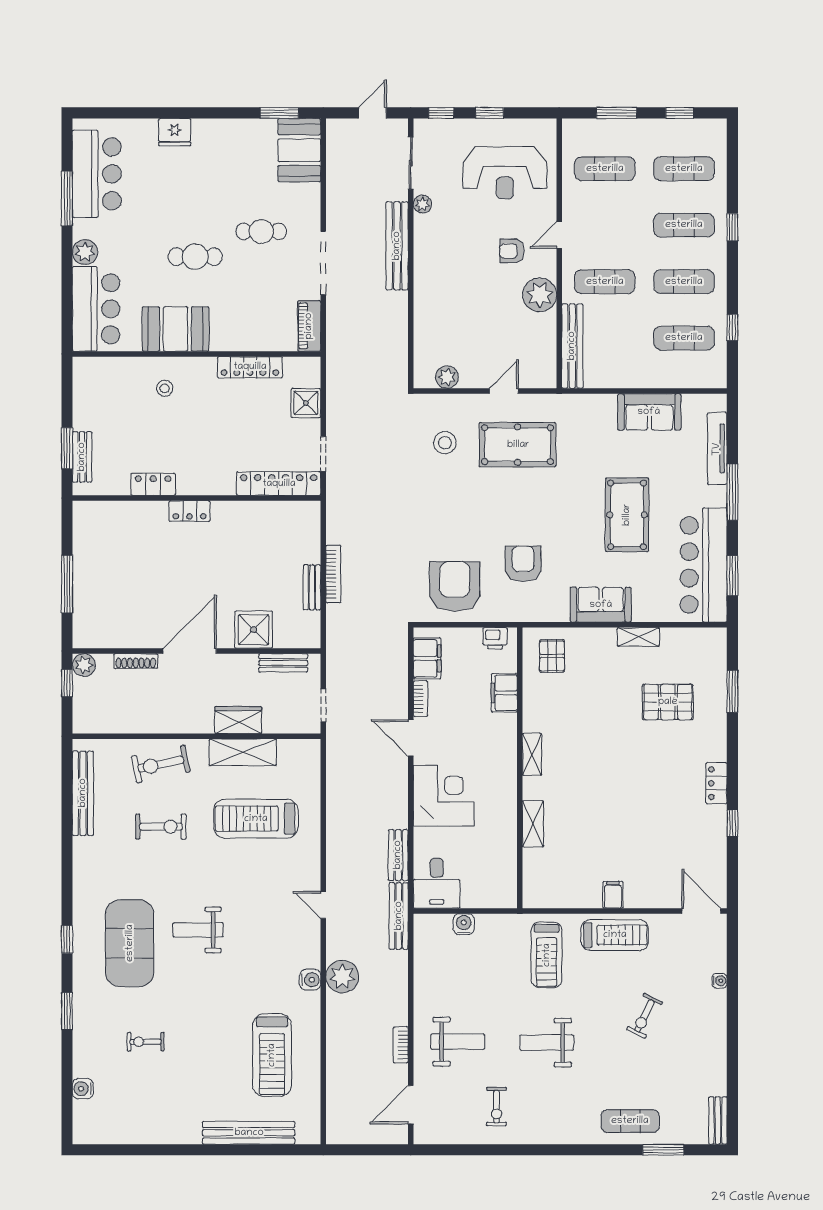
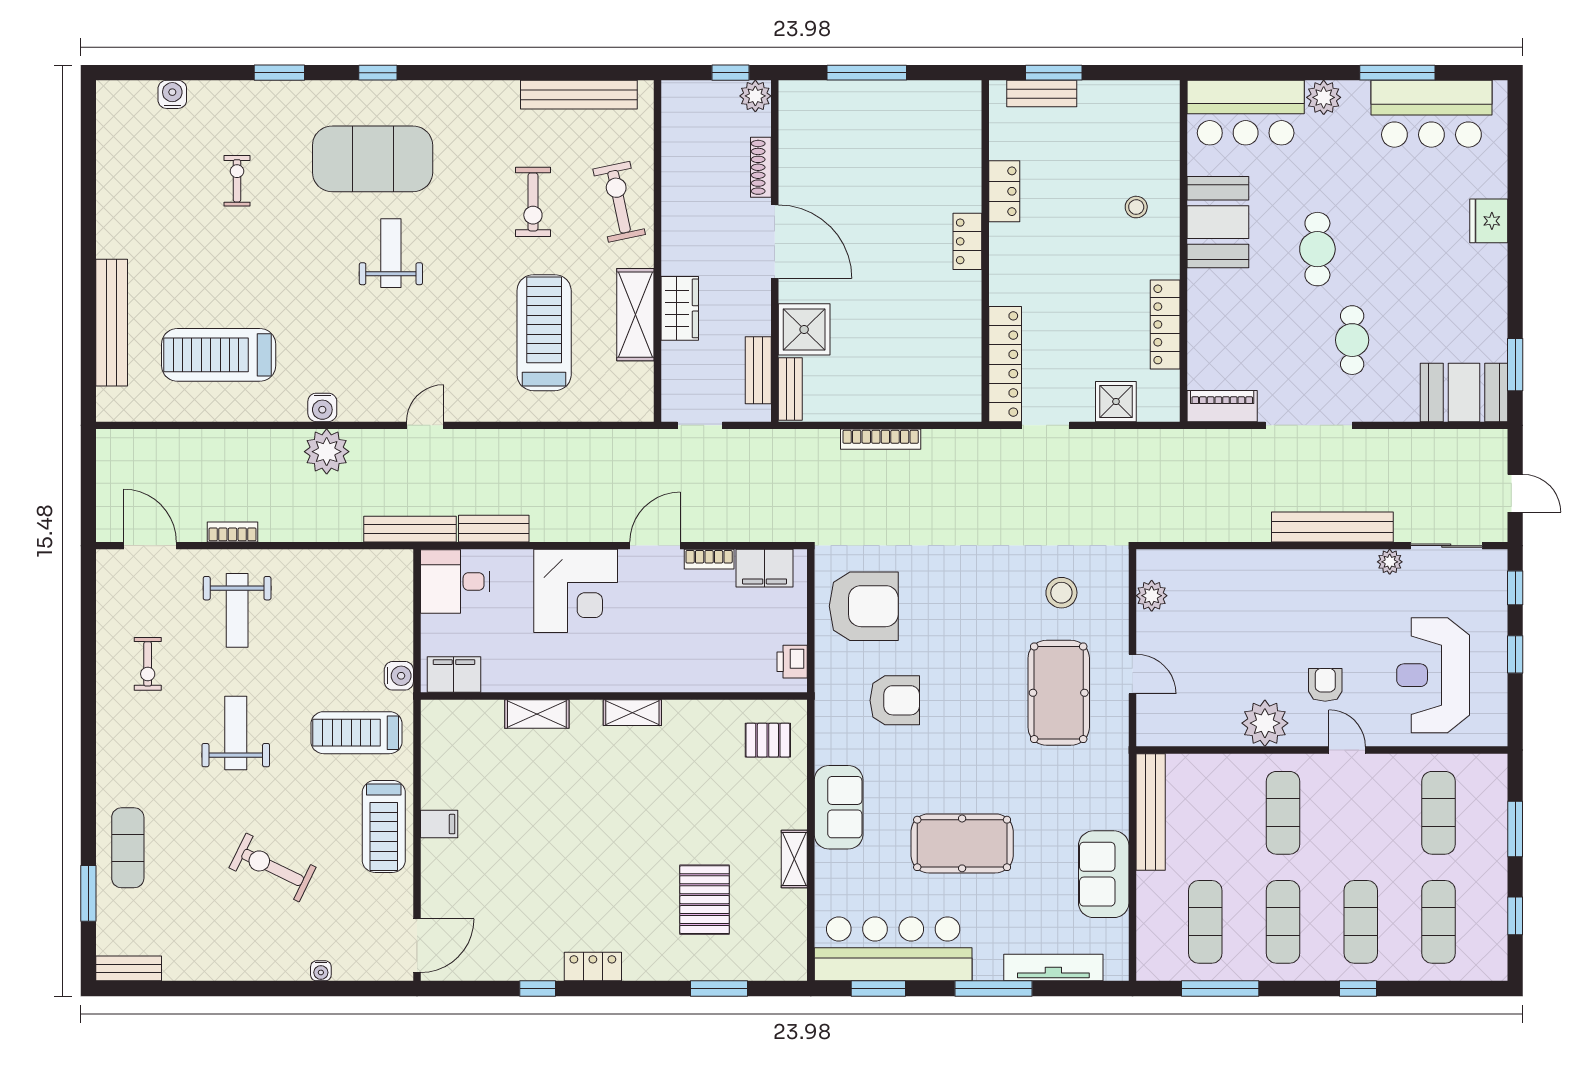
window: (732, 327) -> (1220, 988), width x2.17
bench: (572, 346) -> (1151, 812), moved, turned 90
bench: (312, 587) -> (790, 389), moved, turned 90
filing cabinet: (504, 693) -> (454, 675), moved
water cooler: (464, 924) -> (399, 676), moved
exercise bike: (644, 1016) -> (273, 867), width x1.38, depth x1.39
exercise bike: (497, 1107) -> (148, 664), turned -90

